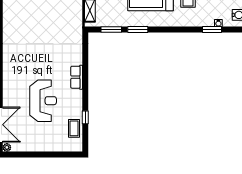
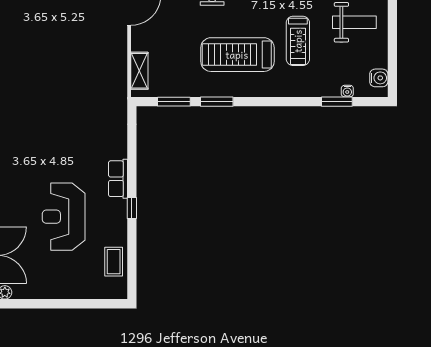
reception desk: (43, 101) -> (64, 217), turned 180
window: (85, 117) -> (132, 208), moved

